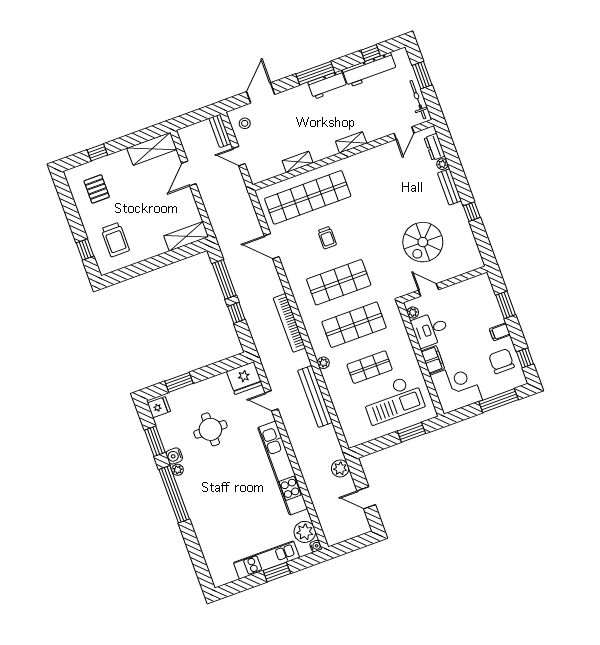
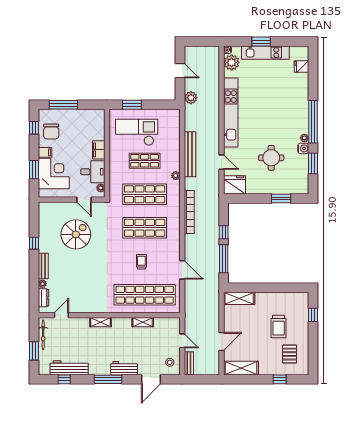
workbench: (327, 85) -> (124, 368), moved
trolley: (115, 240) -> (279, 327), moved, turned 180
corner desk: (456, 388) -> (54, 173), moved, turned 180
fridge: (159, 407) -> (301, 66), moved

